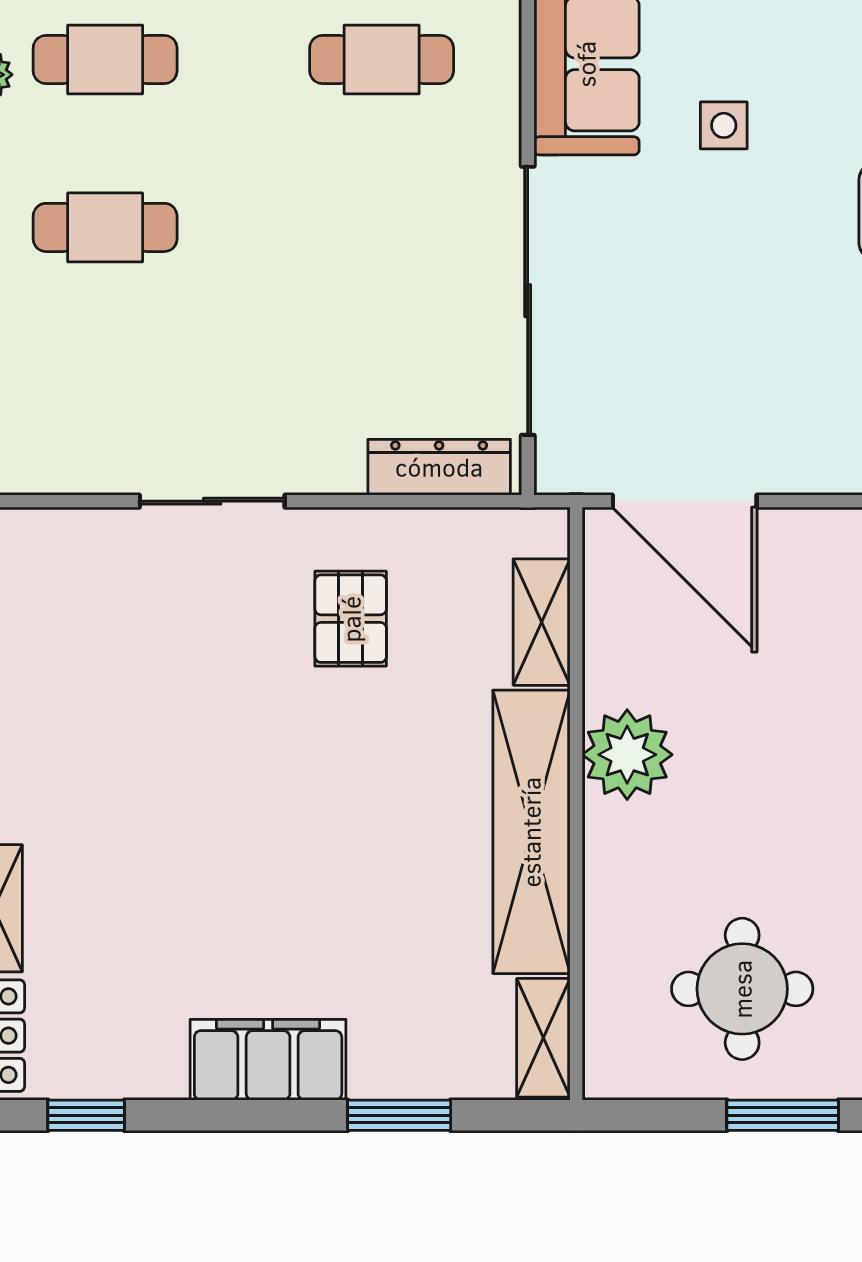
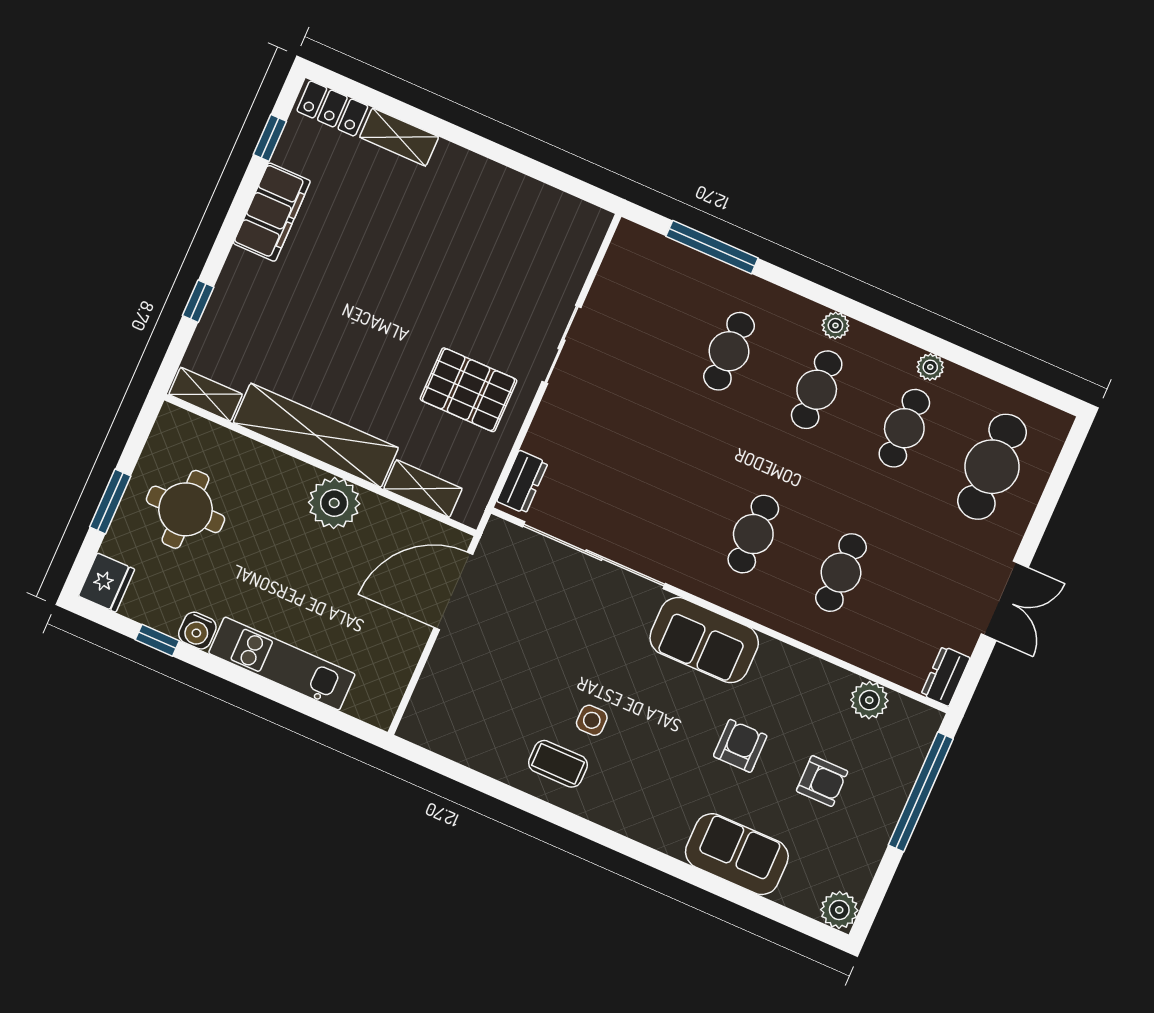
side table: (724, 125) -> (592, 720), moved
dresser: (439, 467) -> (522, 482), width x0.70
pallet: (351, 619) -> (469, 390), width x1.50, depth x1.42
filing cabinet: (268, 1060) -> (272, 212), moved
window: (399, 1115) -> (198, 301), width x0.67

